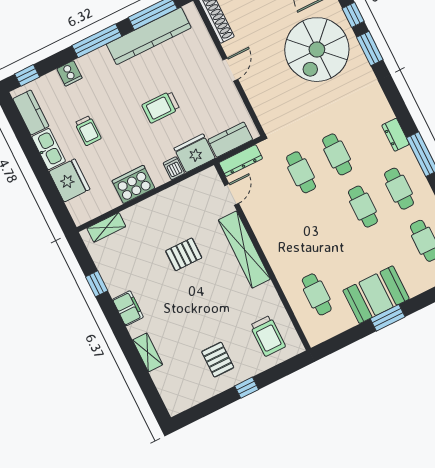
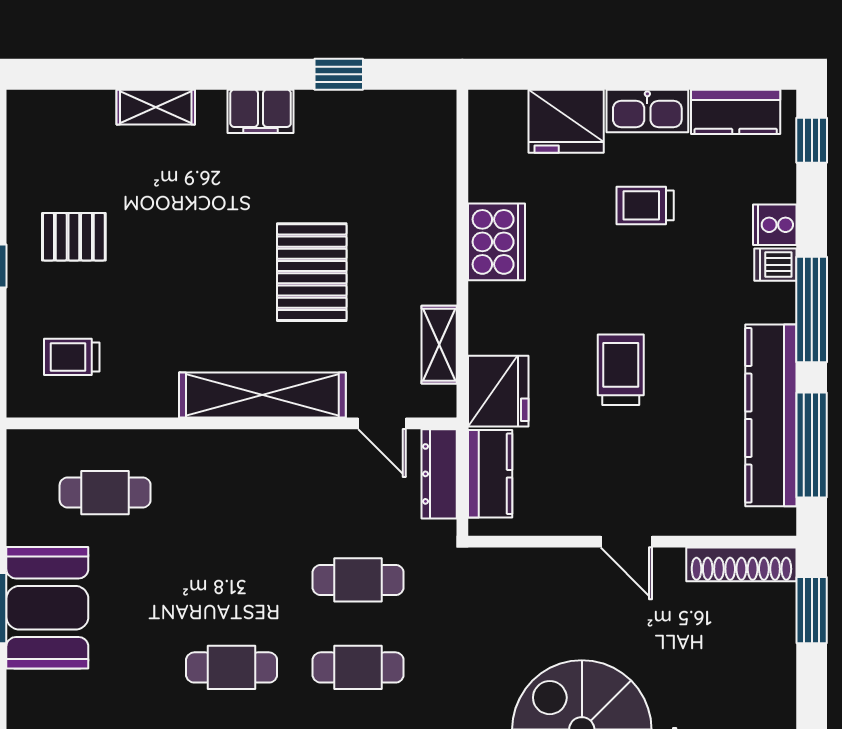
dishwasher: (174, 168) -> (775, 265), moved, turned 180
shelving: (106, 227) -> (439, 345), moved
pallet: (184, 254) -> (312, 272), width x1.50, depth x1.42
trolley: (268, 336) -> (72, 357), width x0.73, depth x0.72

